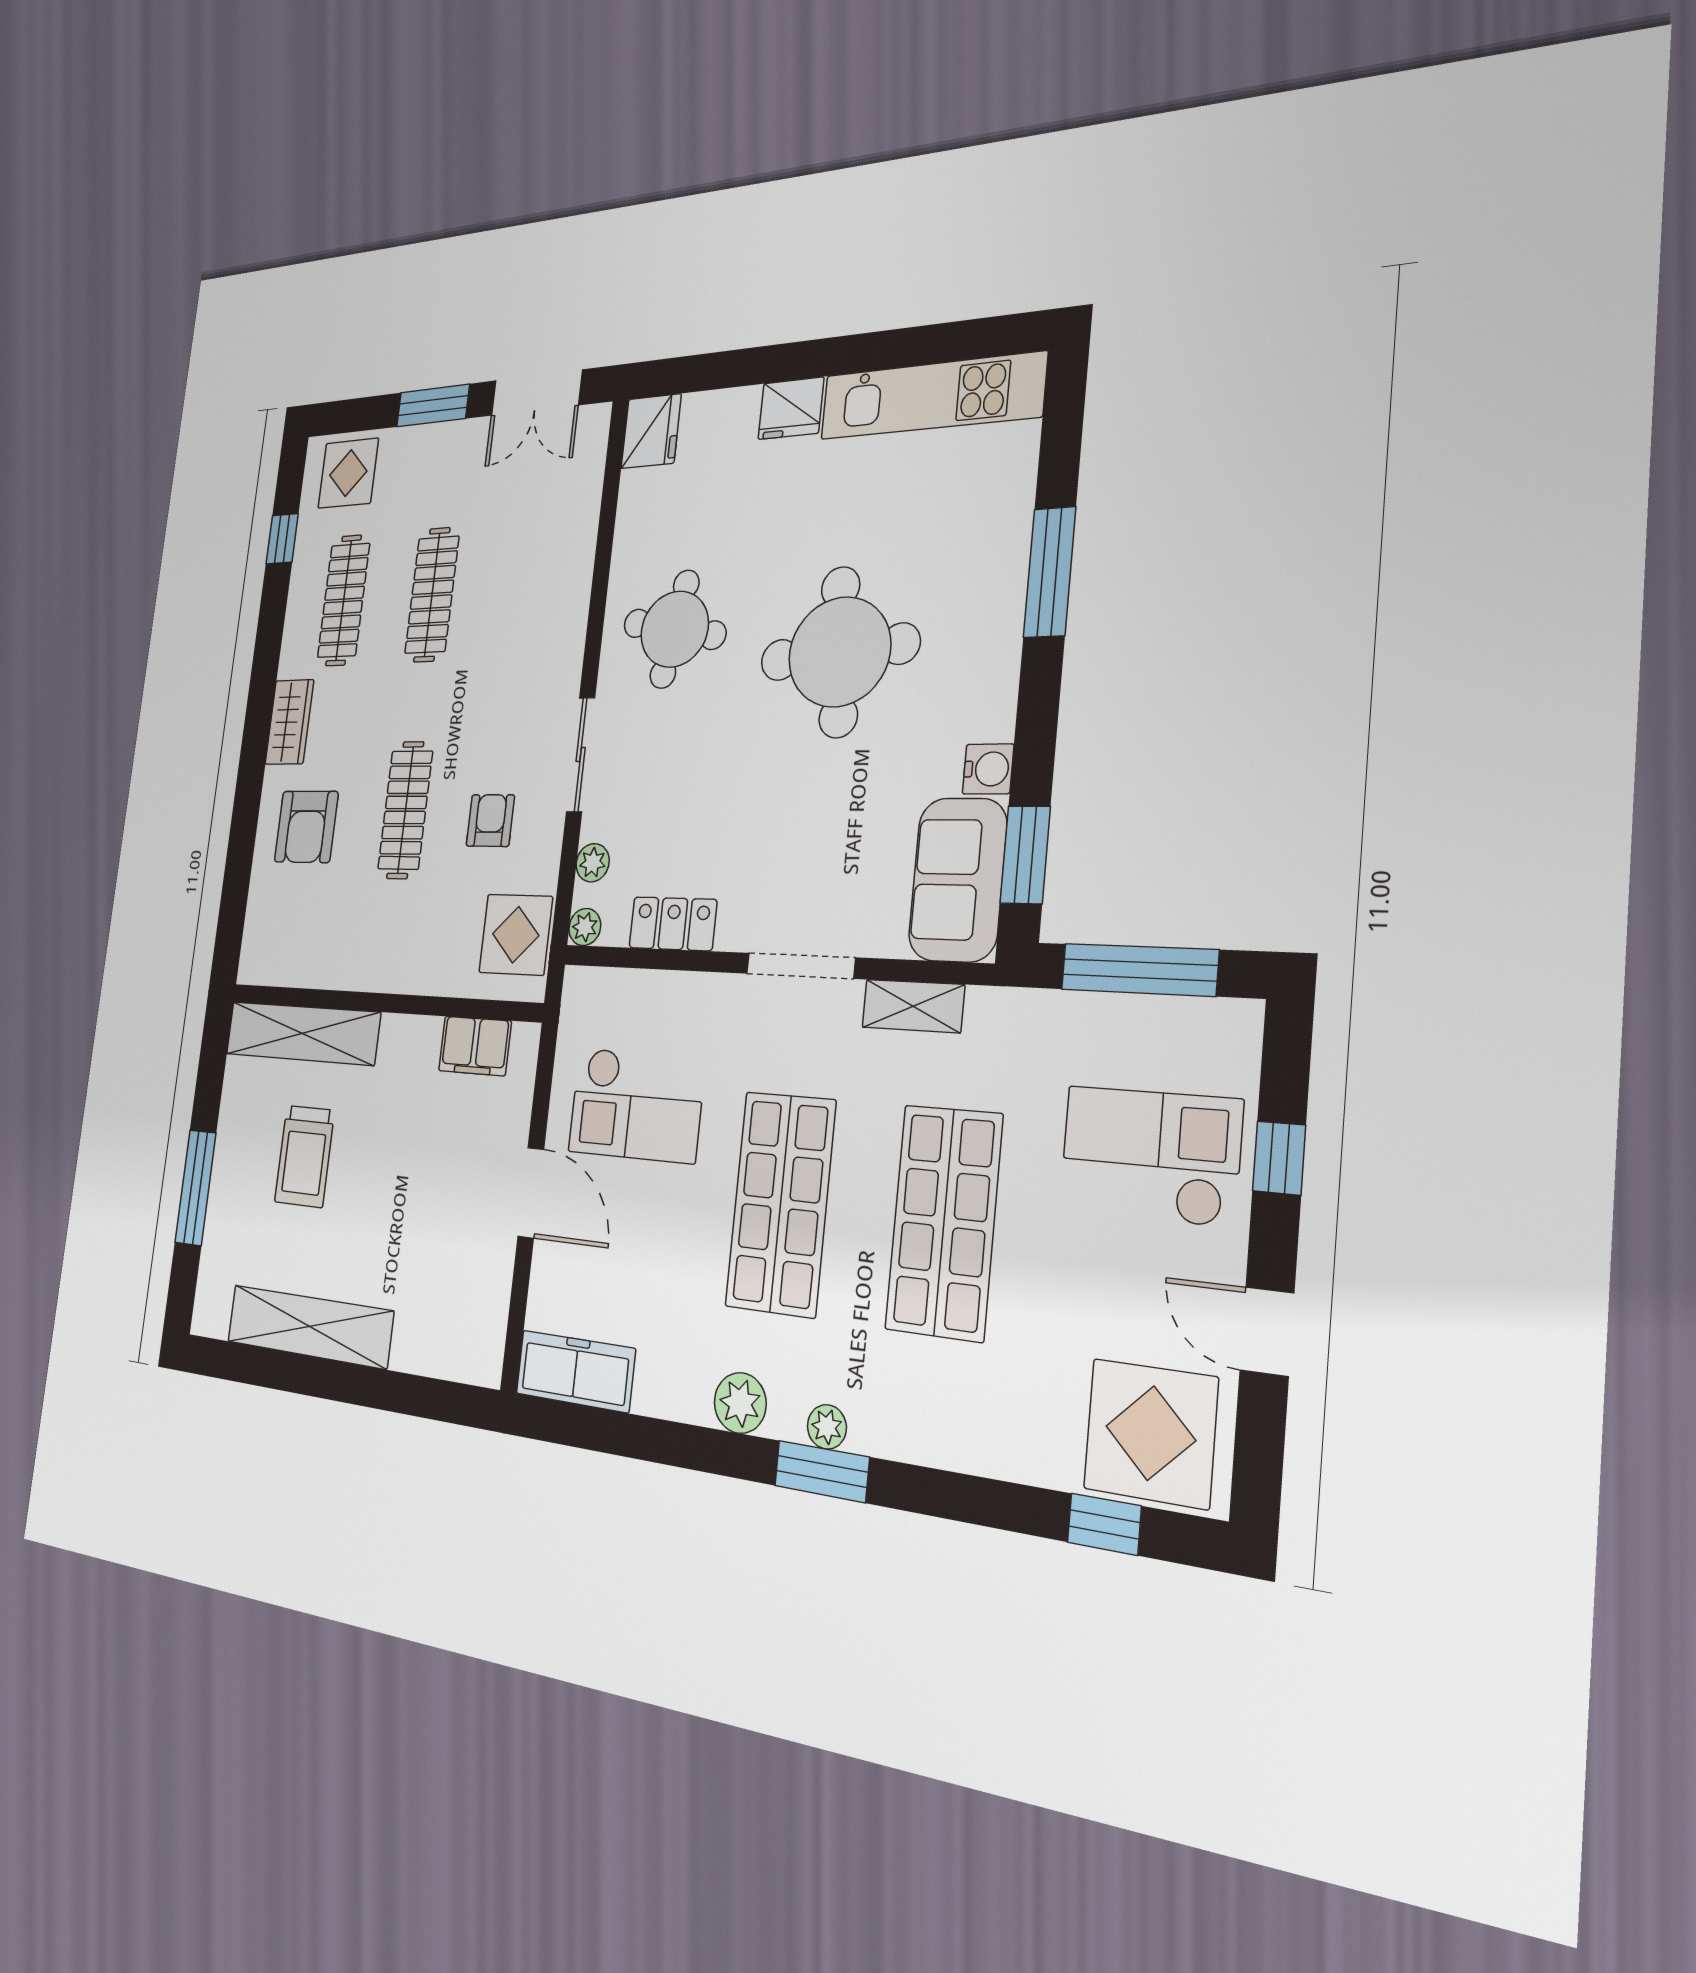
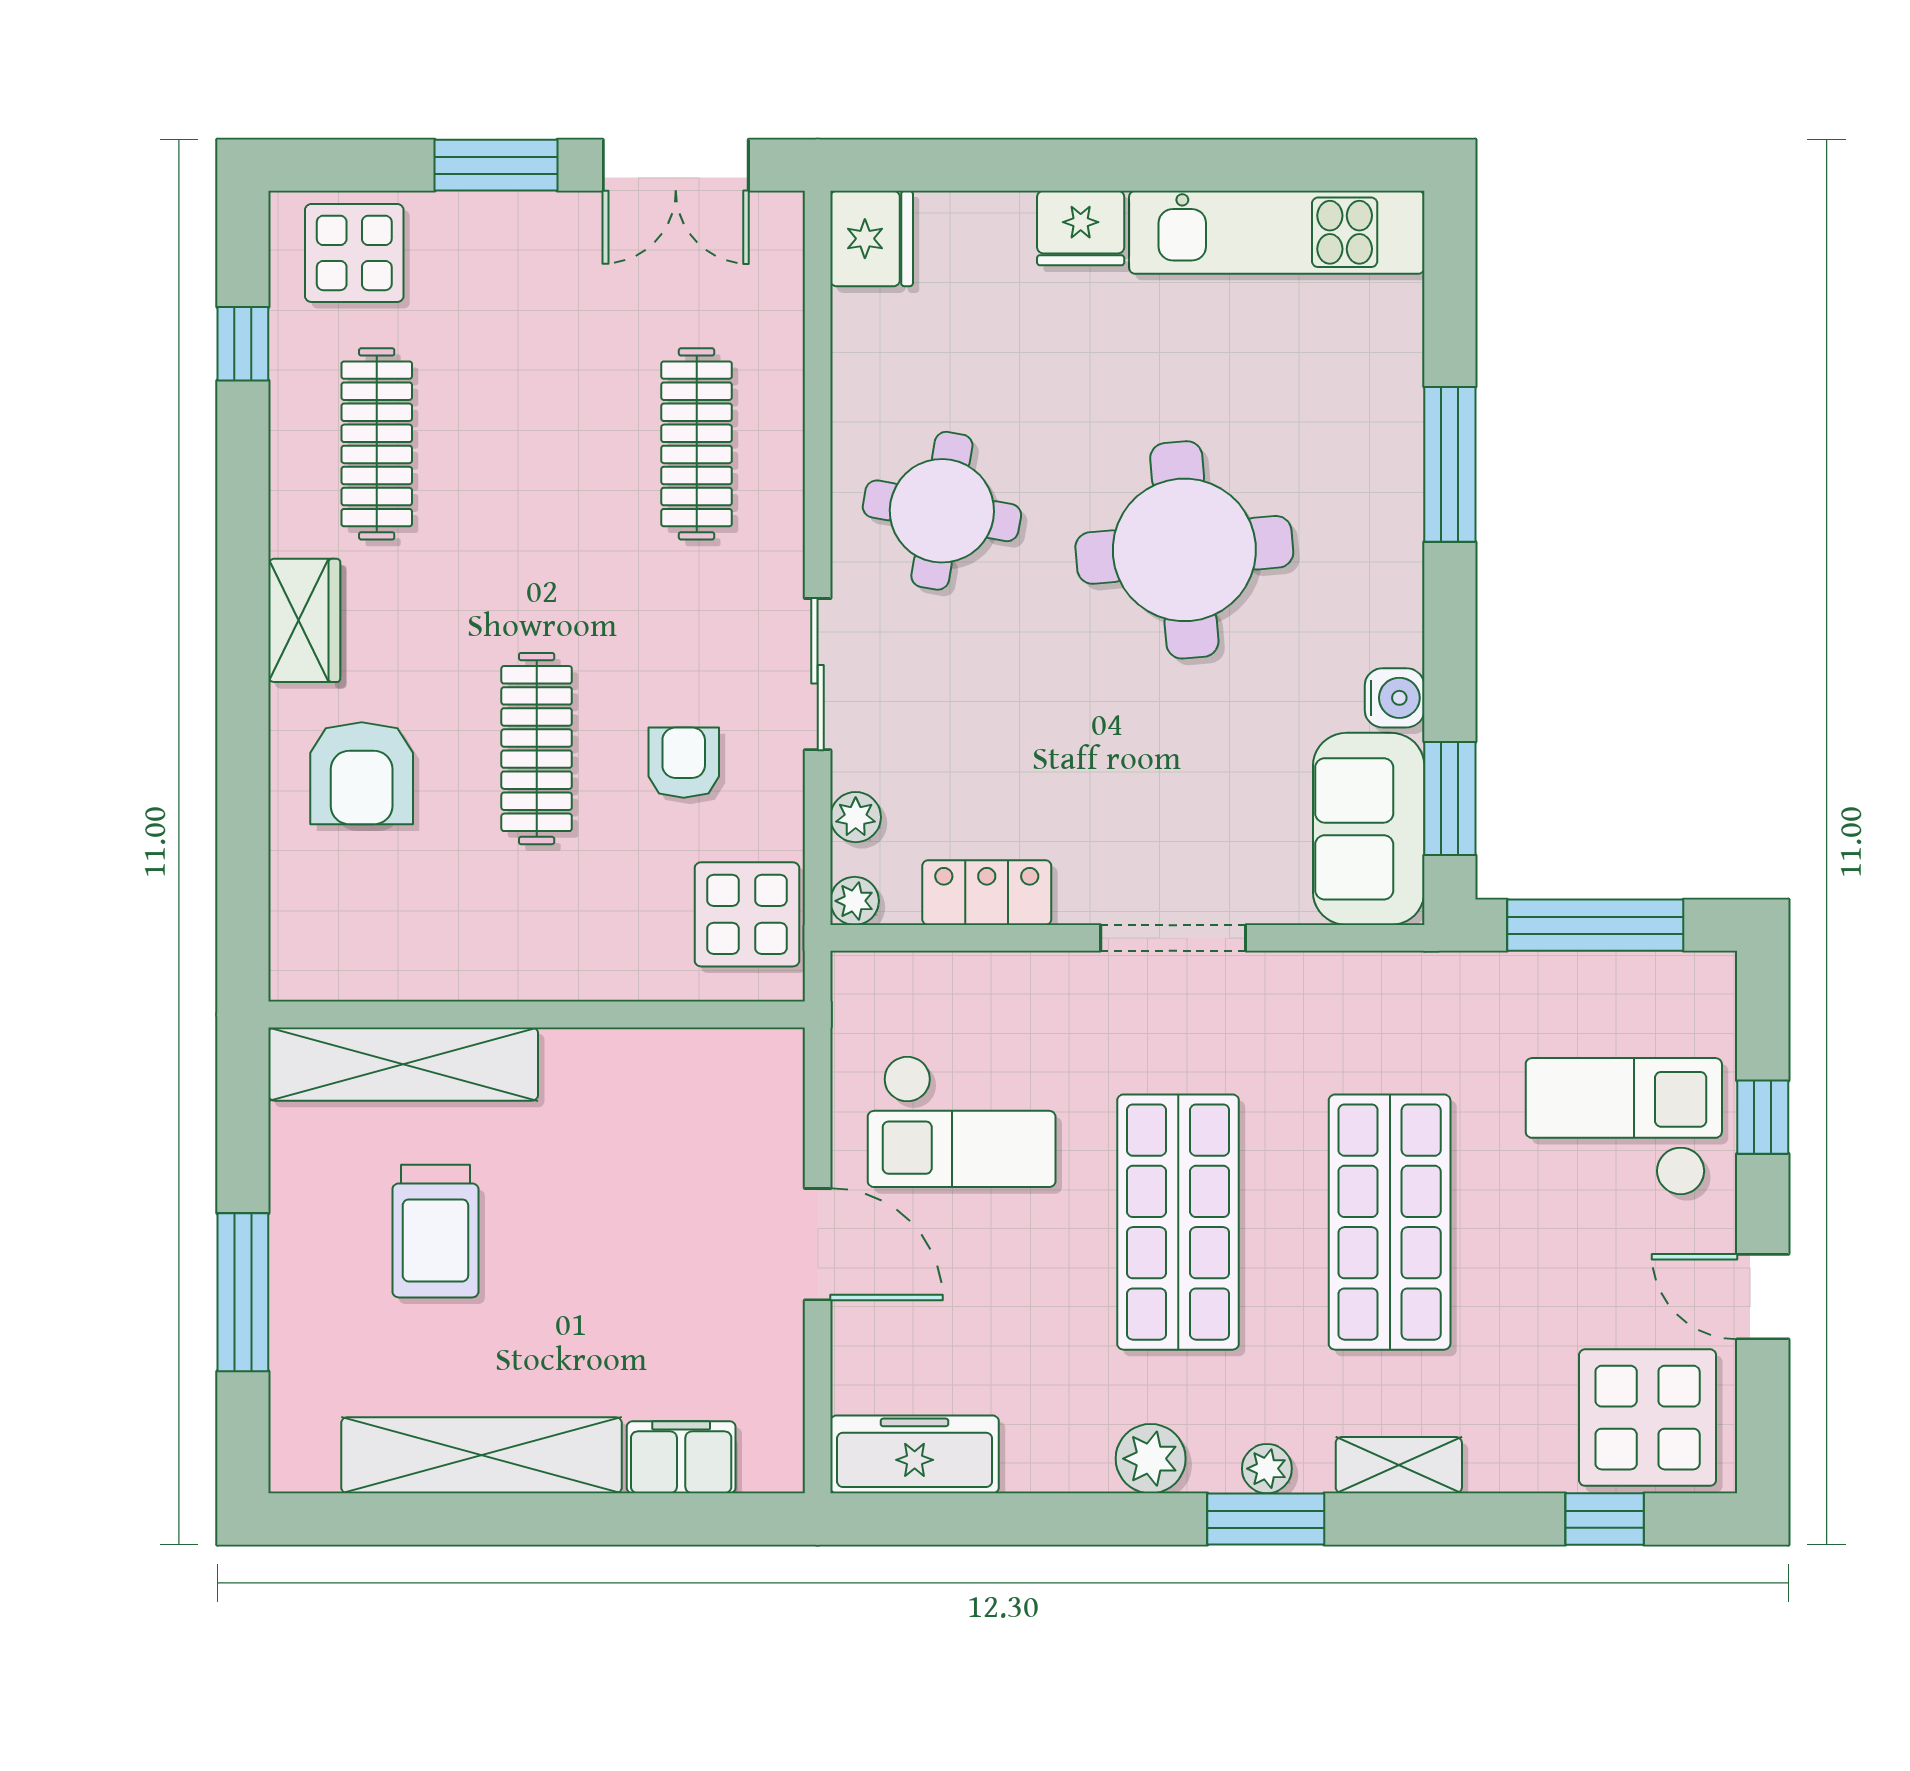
clothes rail: (432, 595) -> (697, 444), moved
shelving: (913, 1006) -> (1399, 1465), moved
filing cabinet: (475, 1046) -> (681, 1457), moved, turned 180

